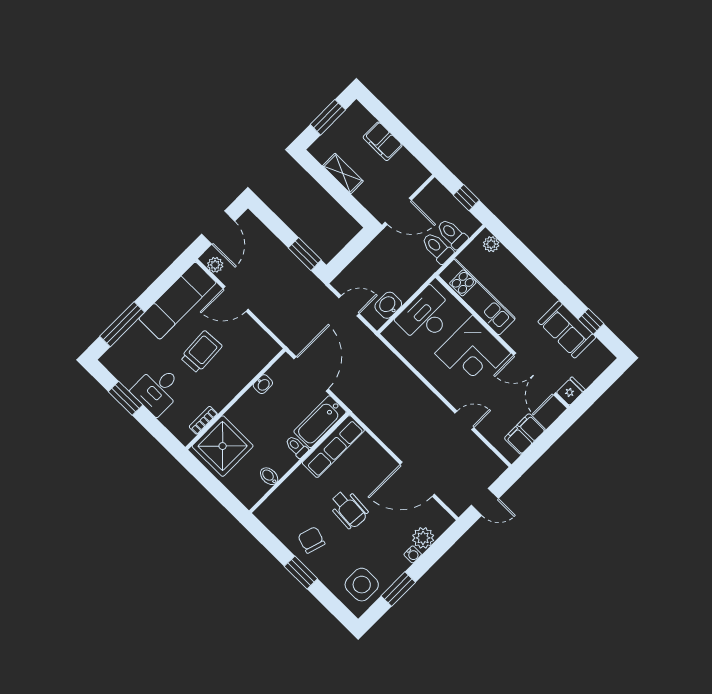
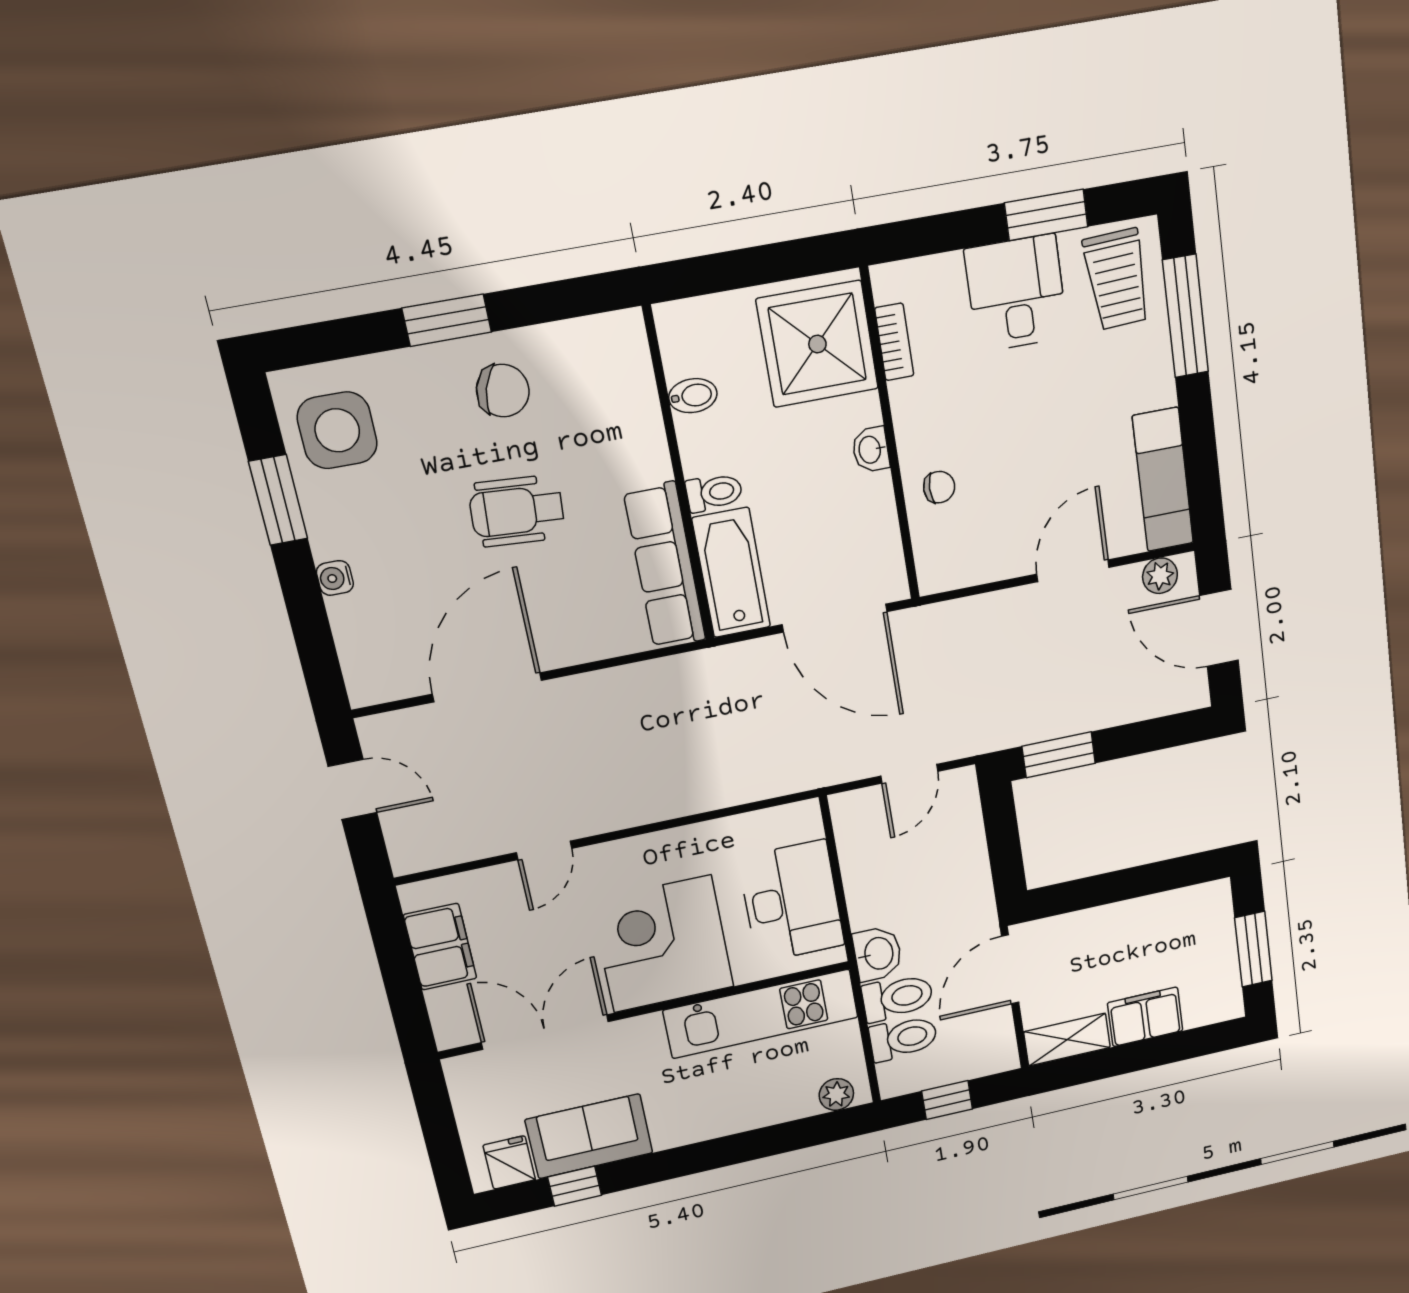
shelving: (343, 173) -> (1067, 1040), moved
exam couch: (177, 301) -> (1163, 480), width x0.73, depth x0.69
washbasin: (388, 305) -> (878, 954), moved
trolley: (201, 352) -> (1117, 279), moved
chair: (240, 369) -> (939, 487), added
washbasin: (263, 384) -> (871, 450), moved
fridge: (571, 391) -> (509, 1162), moved, turned 180
door: (485, 502) -> (352, 789), swing flipped
plant: (423, 538) -> (357, 621), removed

